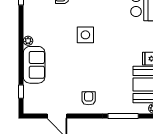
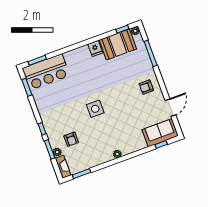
sofa: (34, 65) -> (160, 133), moved

